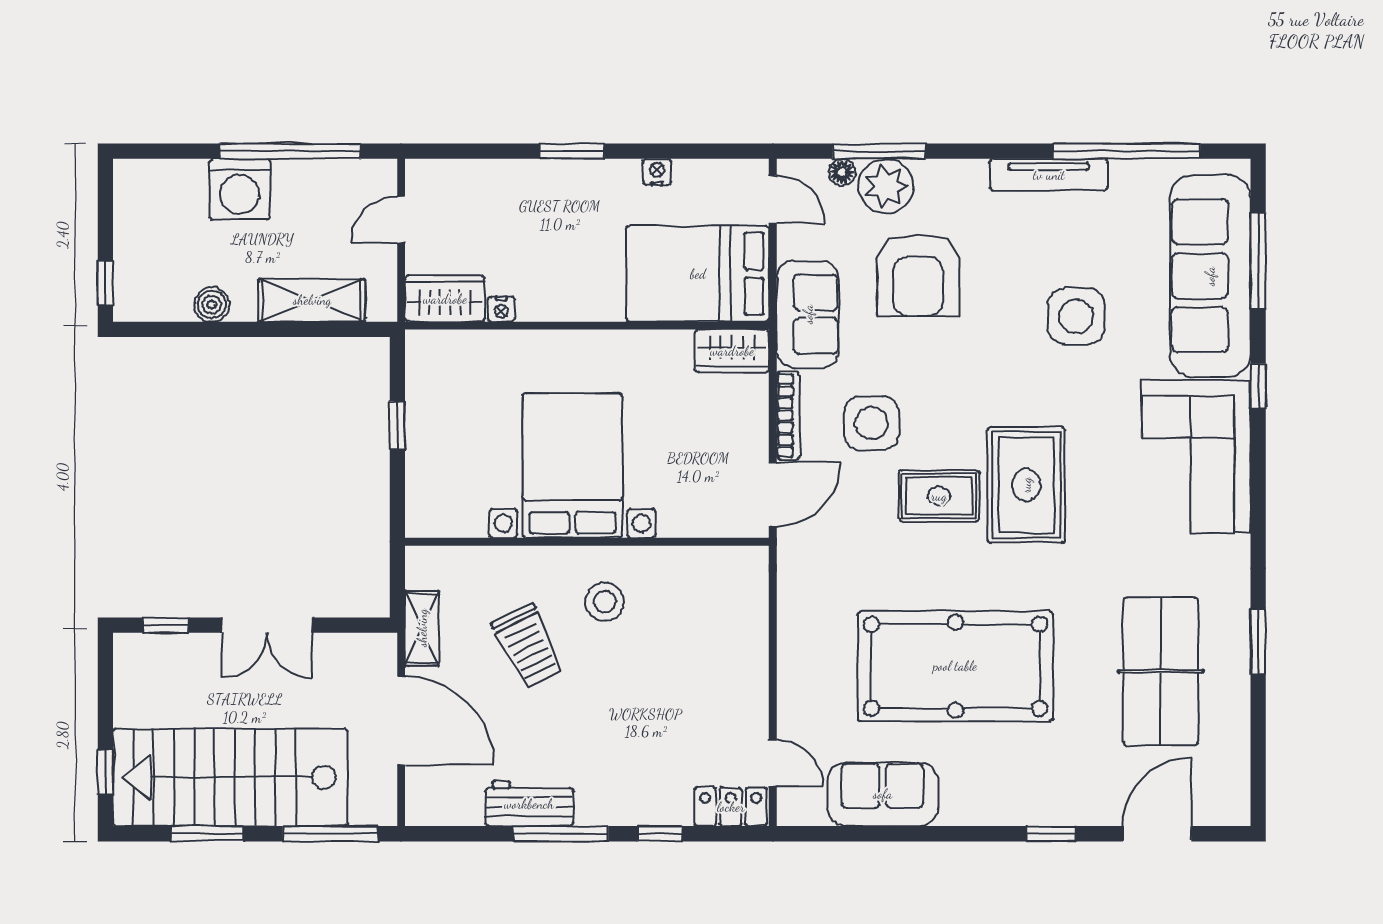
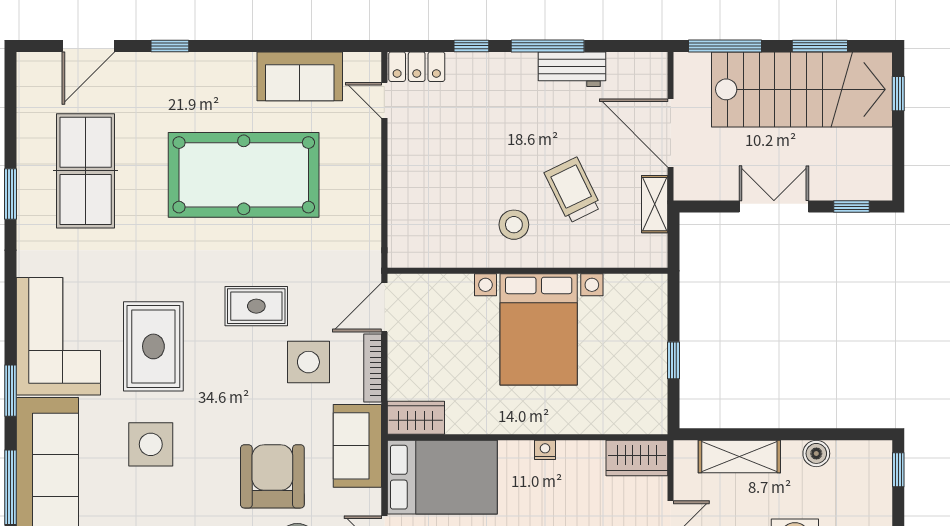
nightstand: (501, 309) -> (545, 450), moved
window: (1258, 386) -> (11, 391), width x1.50
rug: (1026, 485) -> (153, 346), moved

